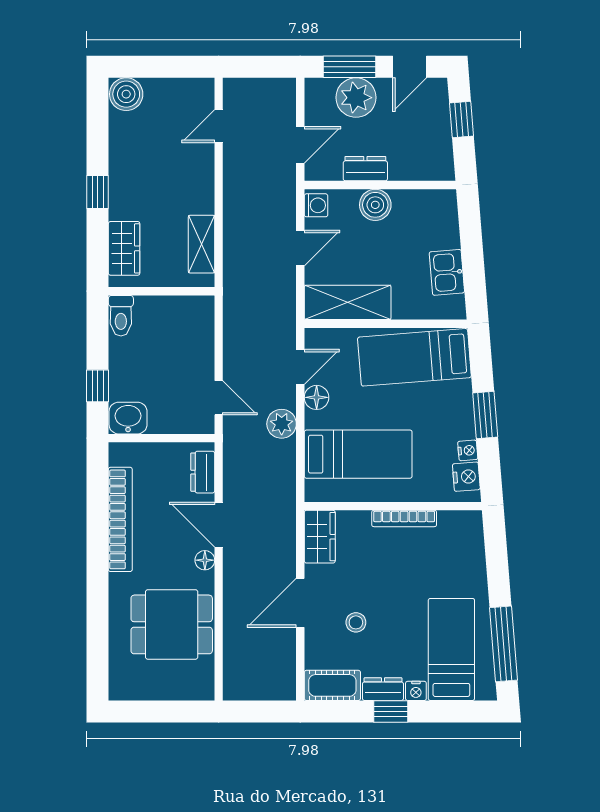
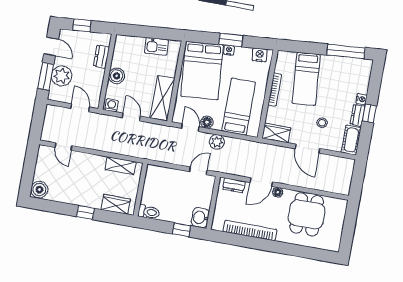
dresser: (365, 169) -> (101, 57), moved
bed: (414, 357) -> (202, 71), width x1.50
nightstand: (468, 450) -> (229, 50), moved
bed: (451, 649) -> (306, 79), moved, turned -95

